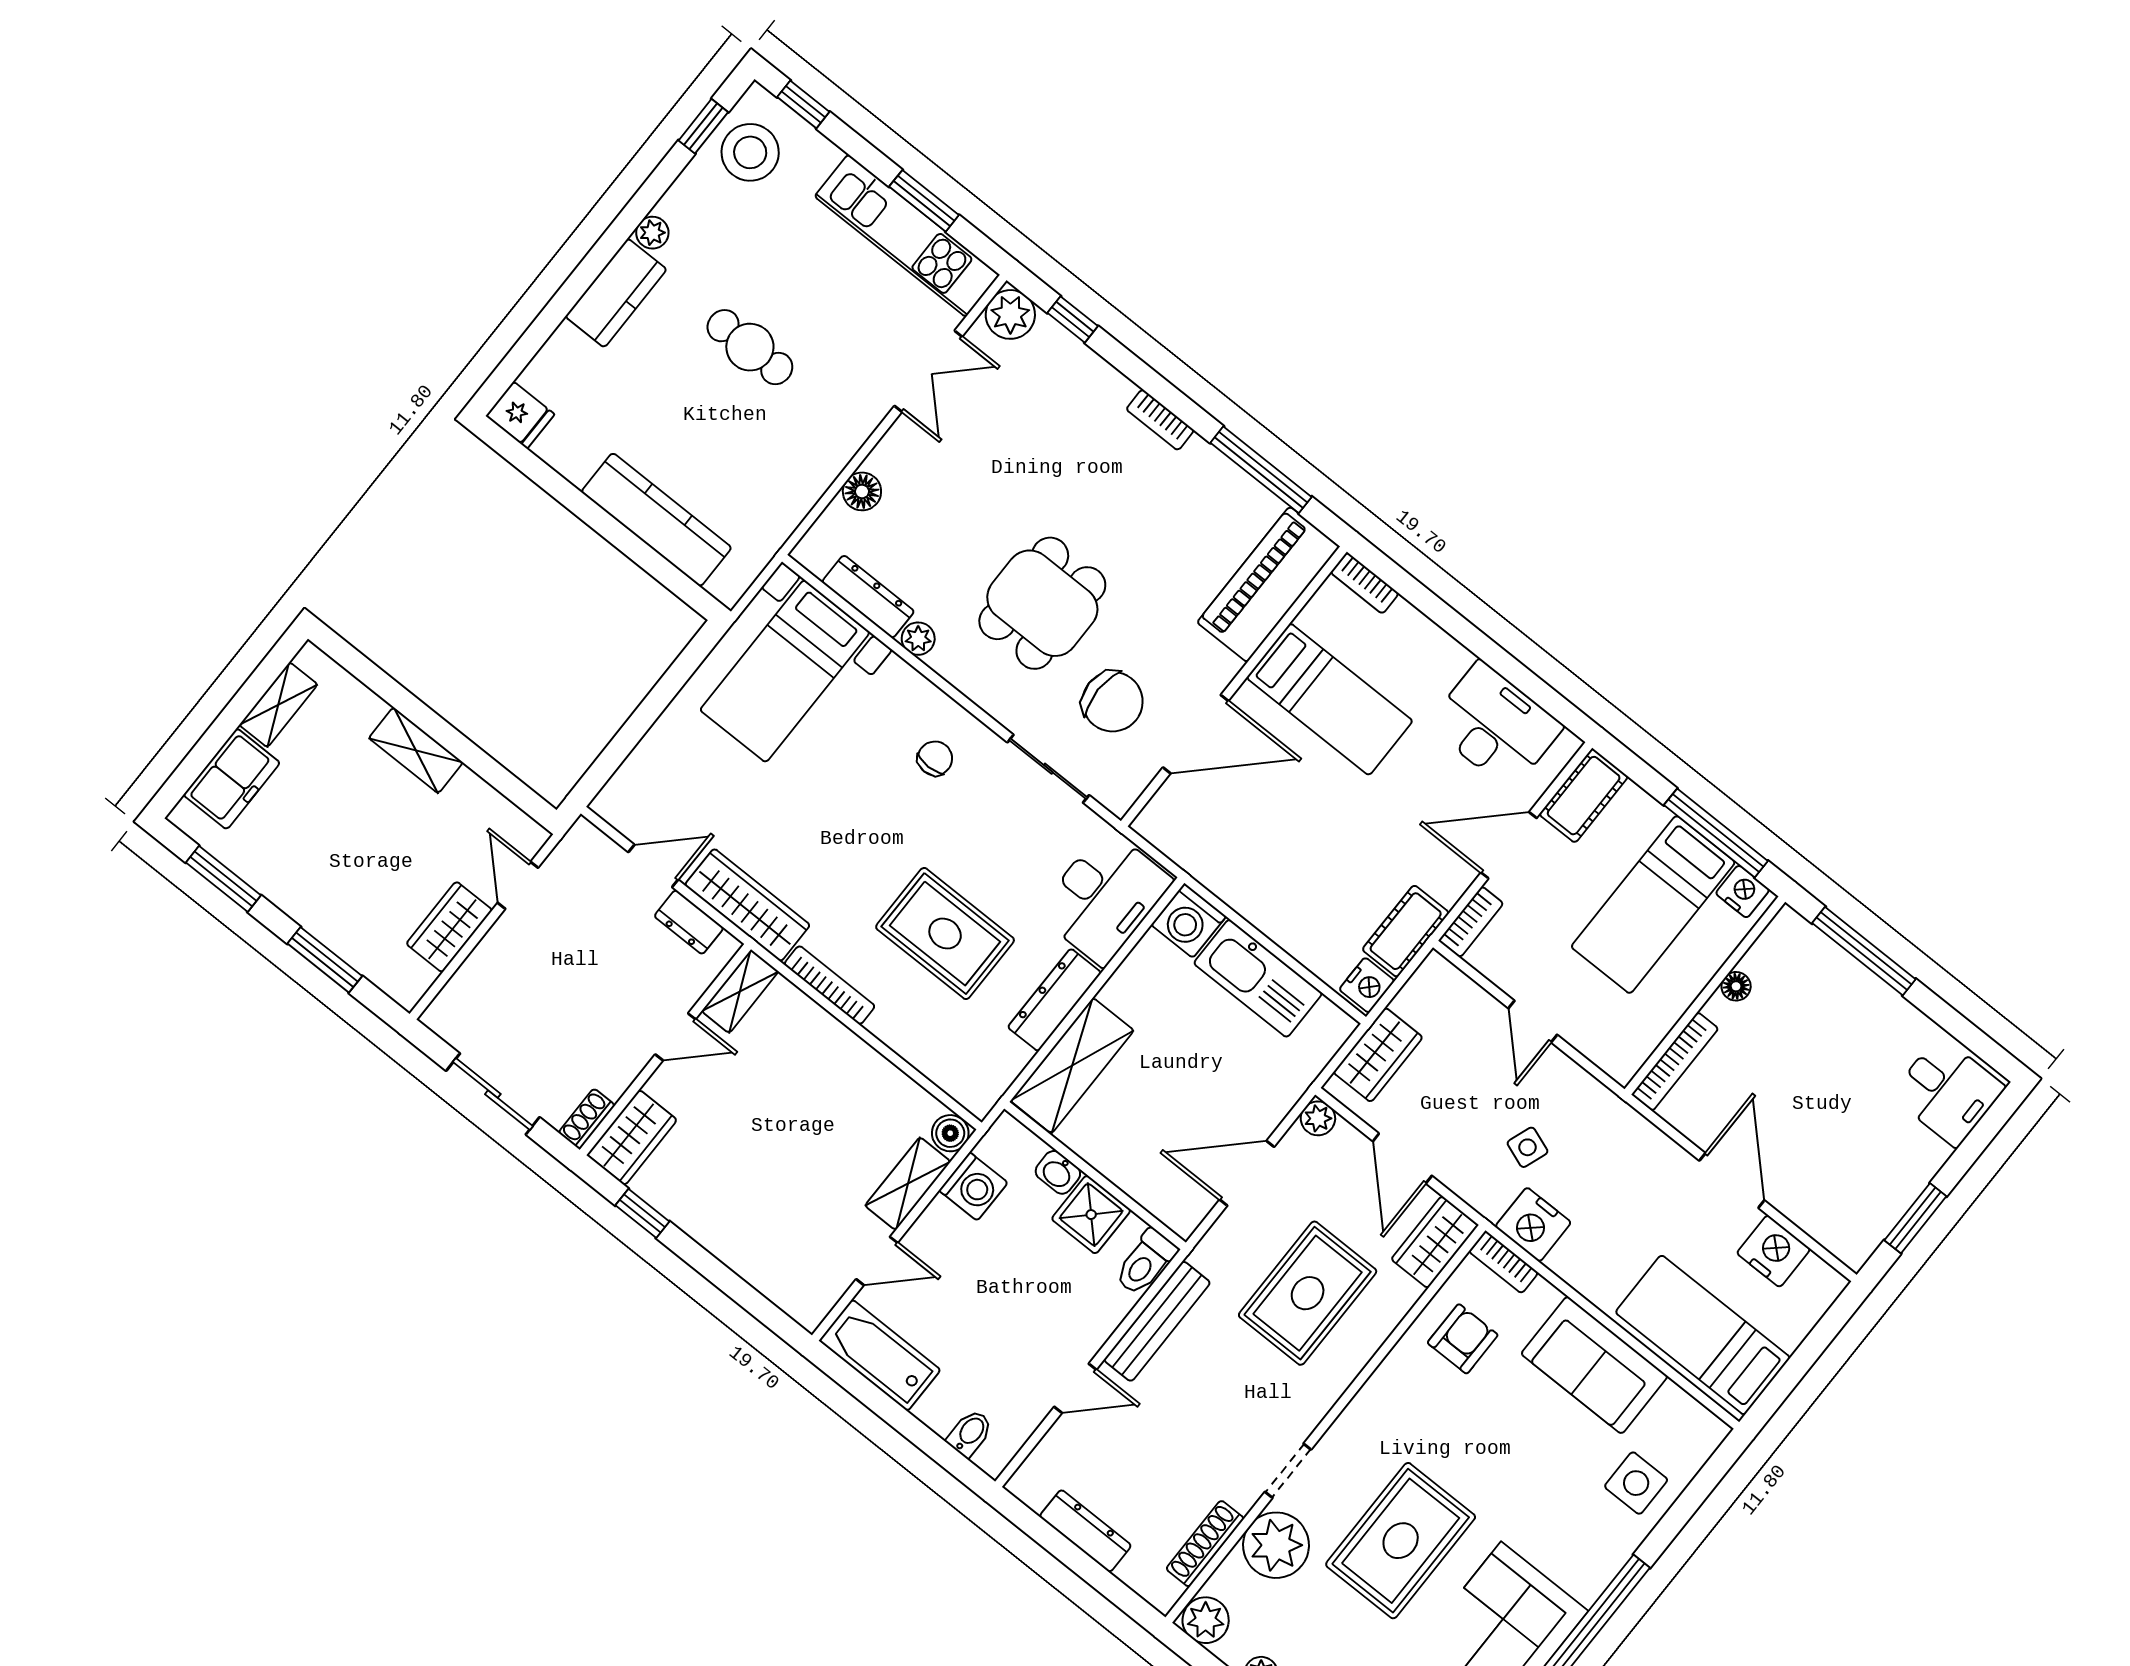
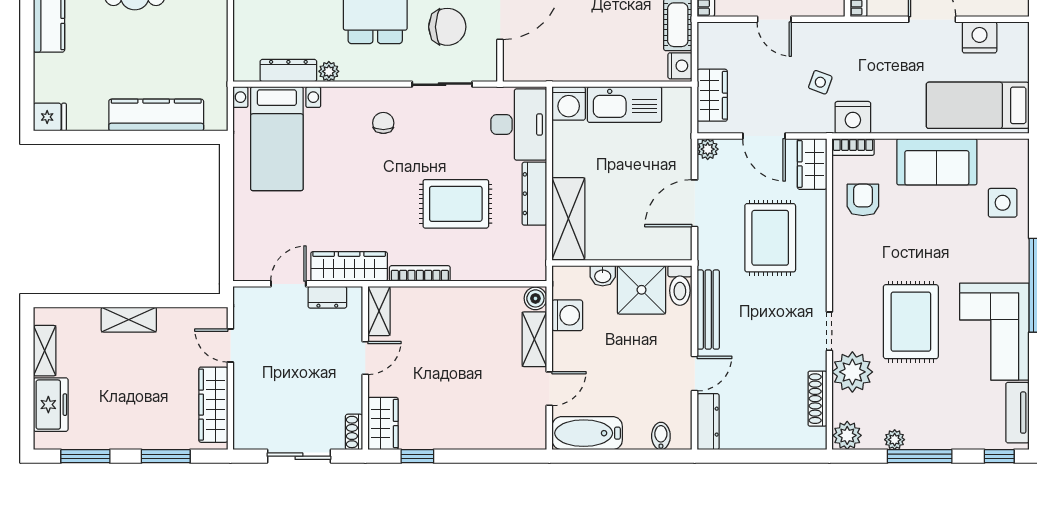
floor lamp: (862, 491) -> (245, 22), removed
wardrobe: (449, 927) -> (213, 405), width x1.50
shower: (1091, 1215) -> (642, 290), width x1.36, depth x1.36
dresser: (1085, 1531) -> (708, 422), moved, turned 90

